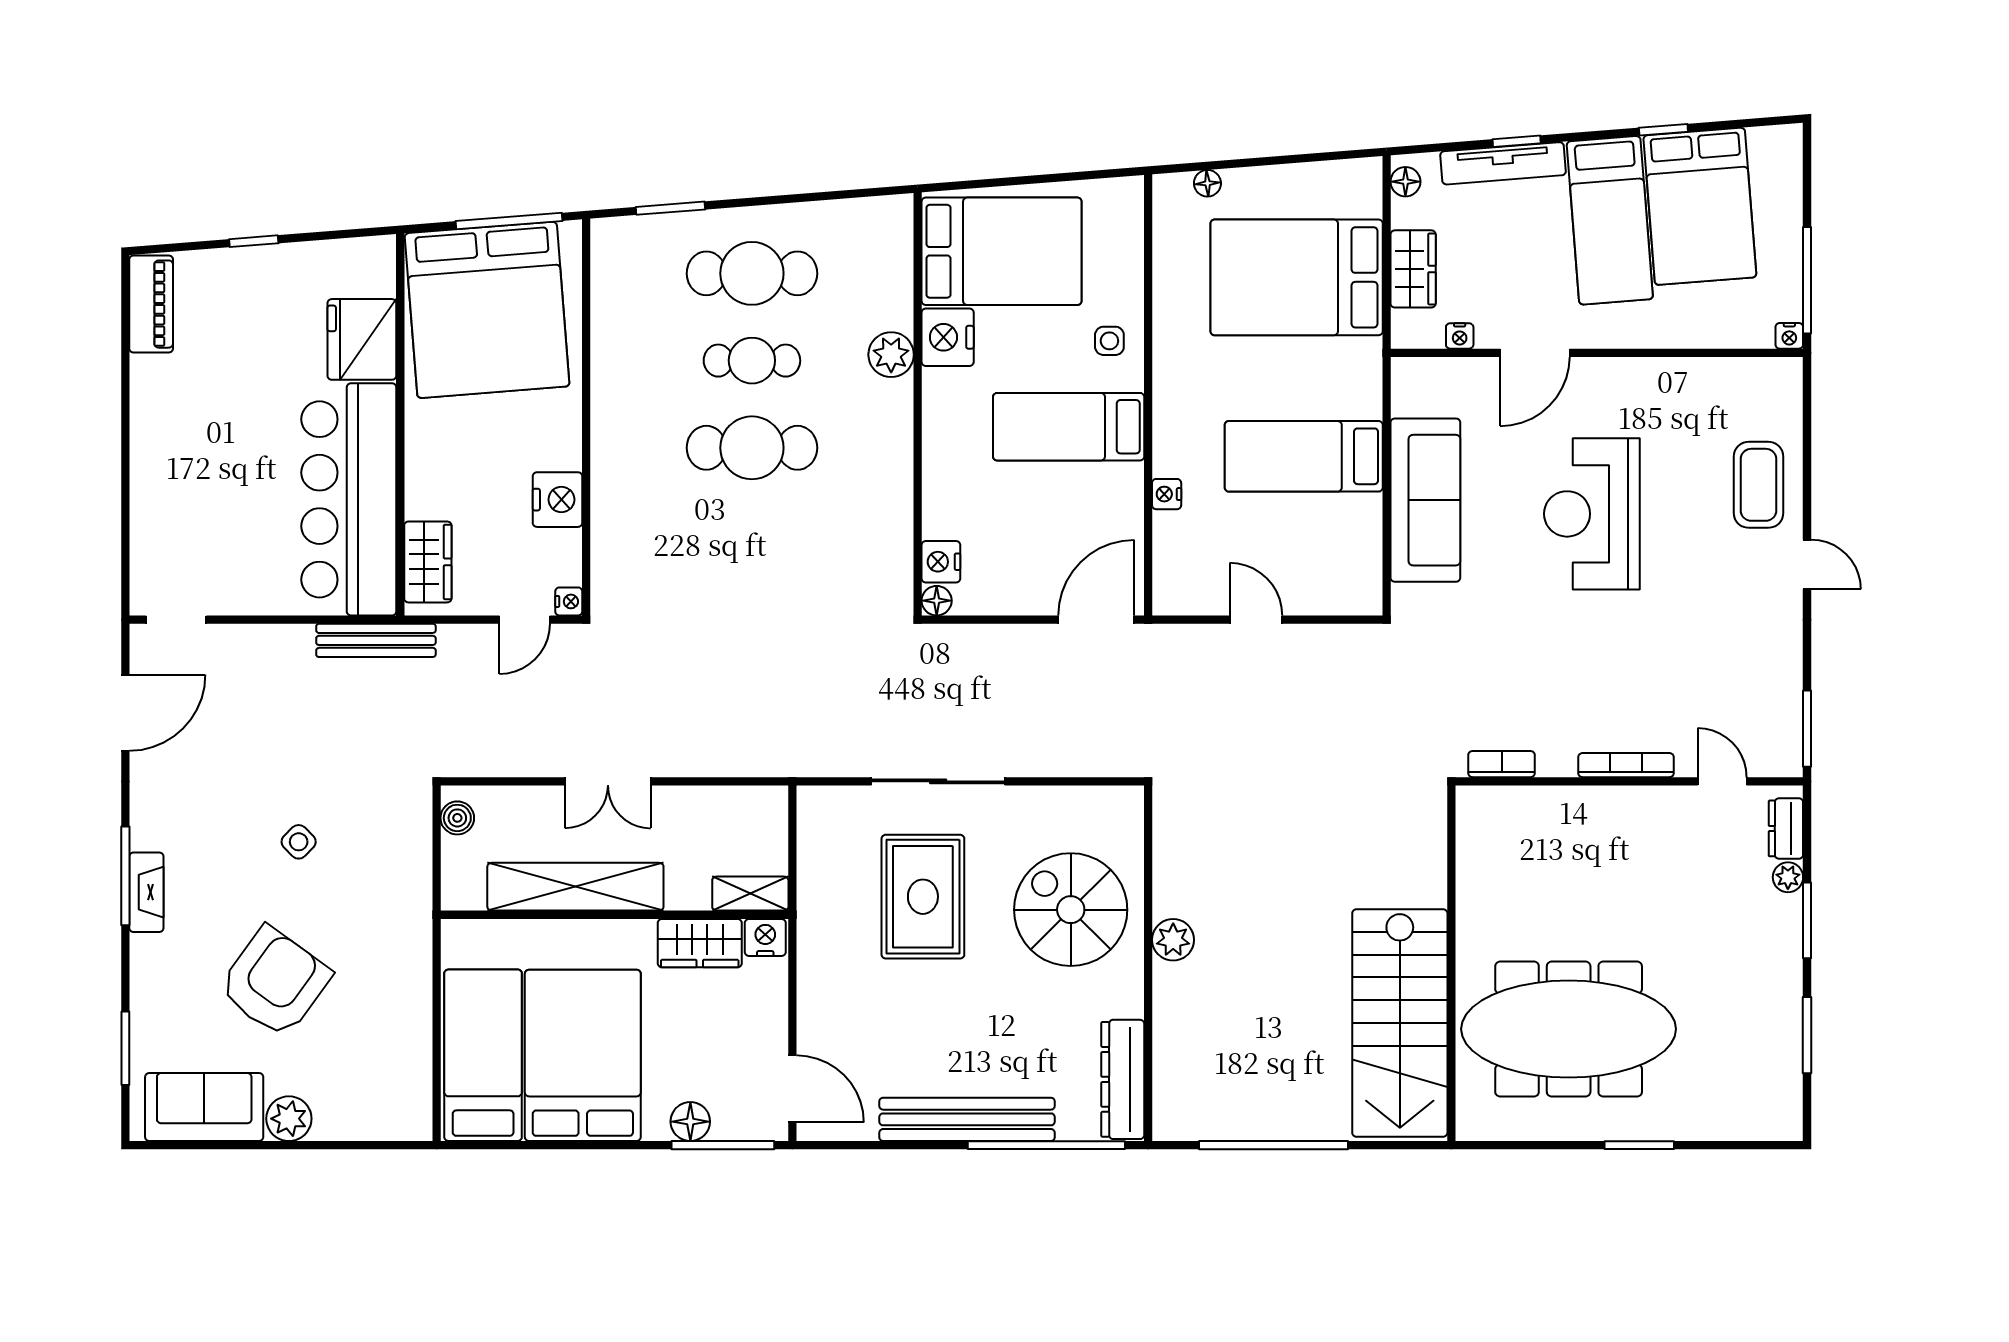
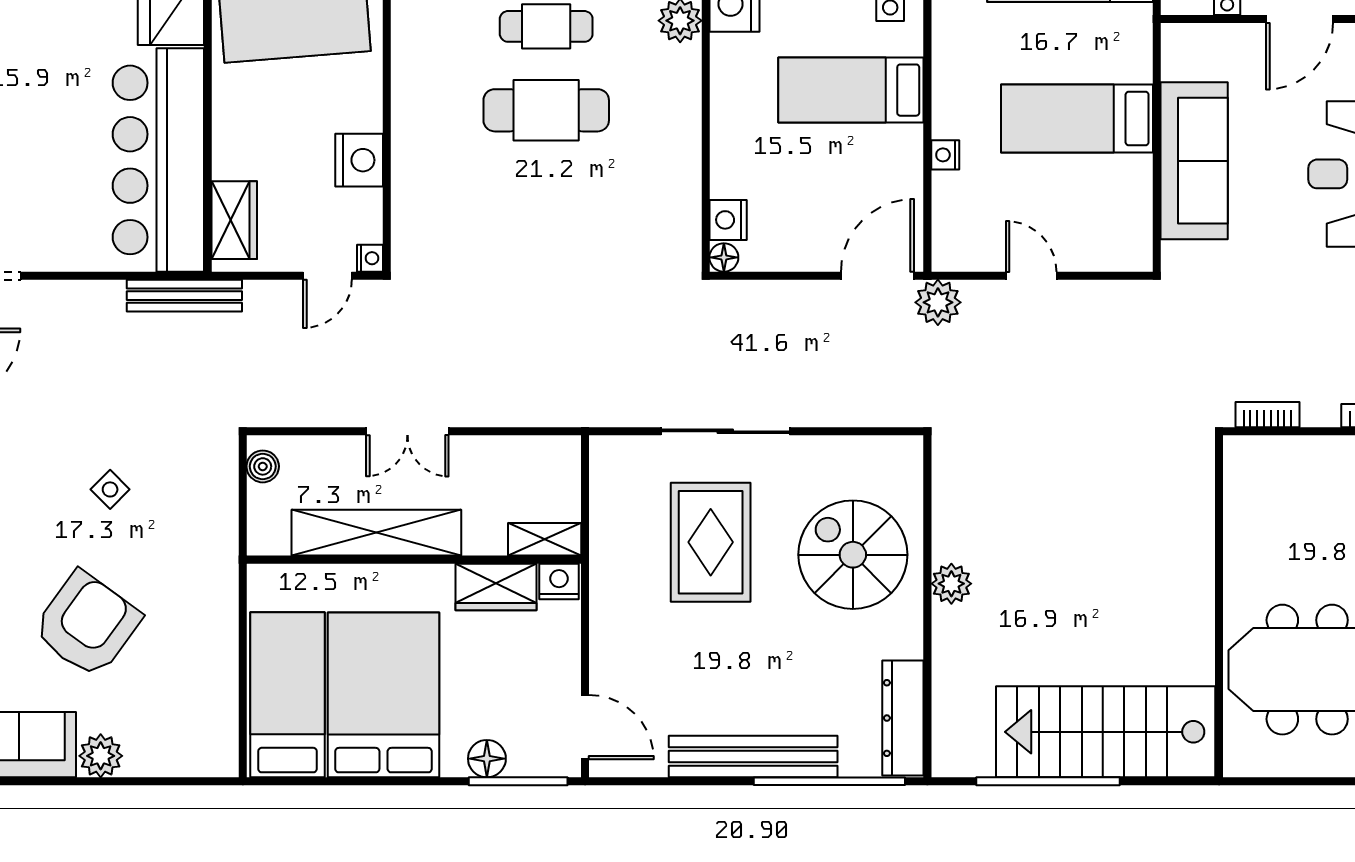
plant: (1159, 647) -> (938, 302), added
stairs: (1400, 1023) -> (1106, 732), moved, turned 90

